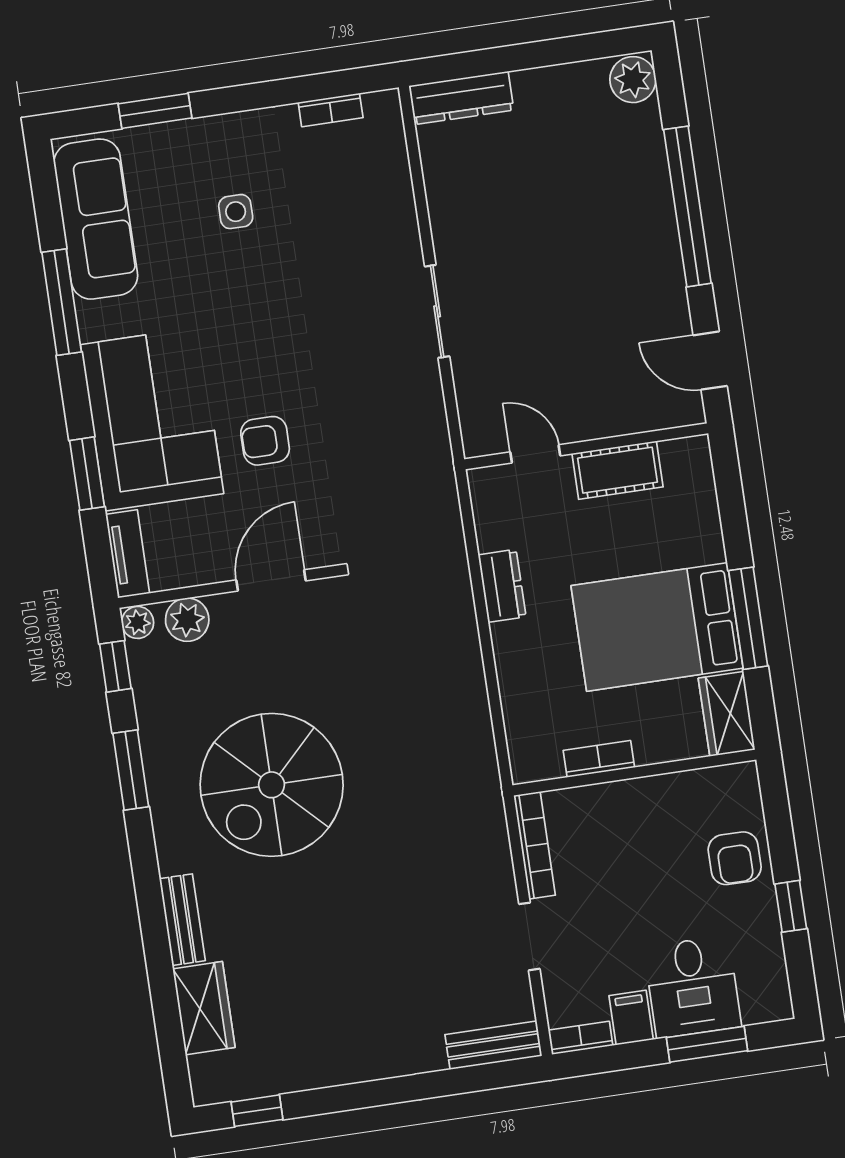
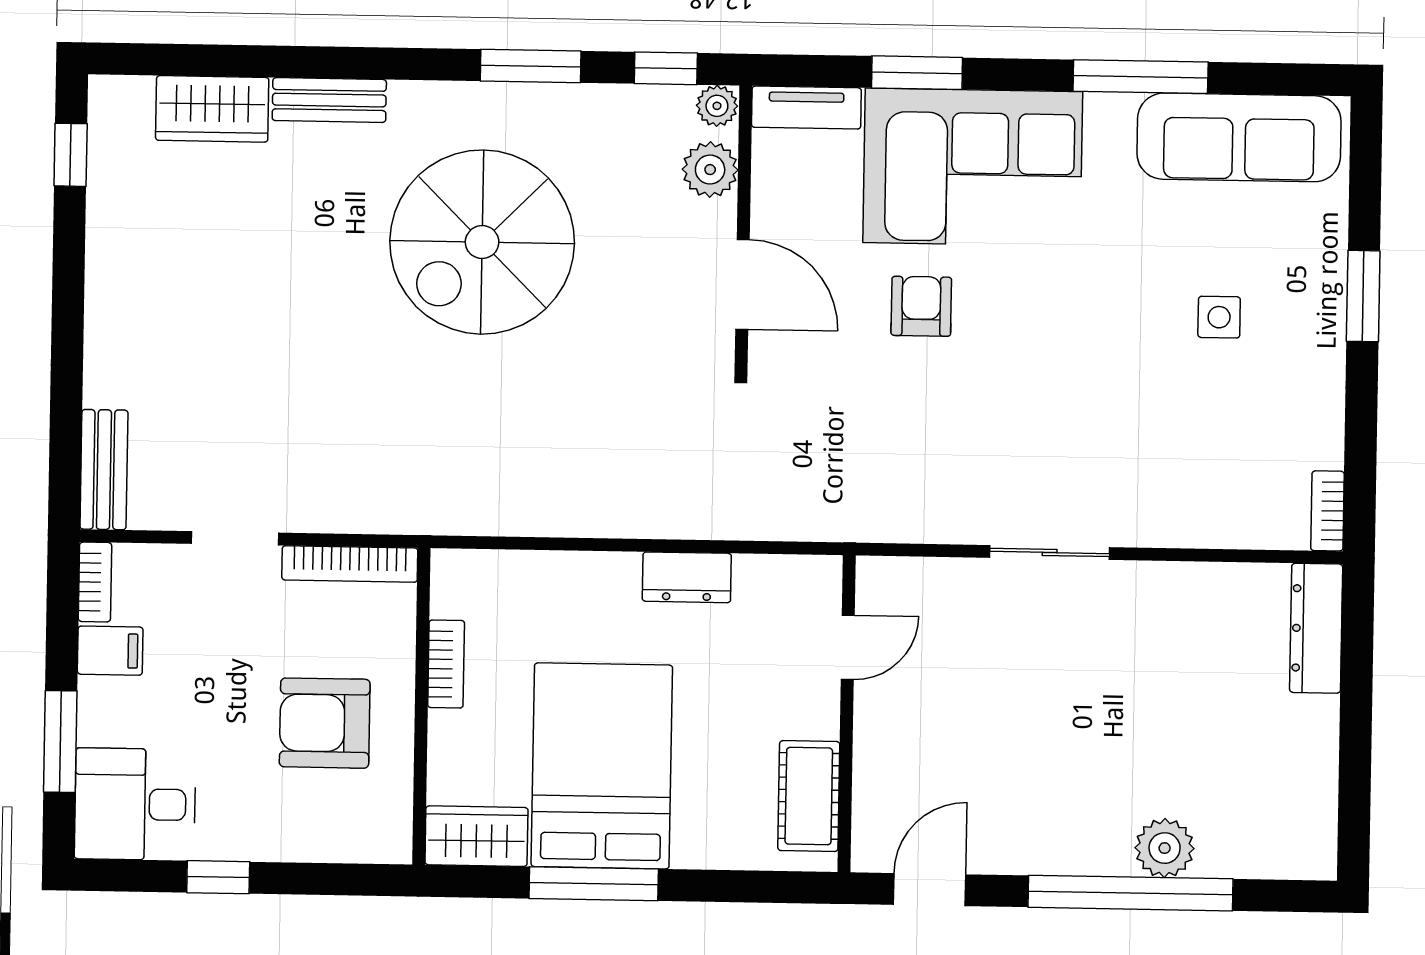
plant: (633, 80) -> (1165, 848), moved
bookcase: (331, 110) -> (1327, 511), moved
window: (155, 111) -> (1363, 296), moved
cot: (618, 470) -> (809, 796), moved
spiral stairs: (272, 785) -> (482, 242), turned -90
armchair: (735, 858) -> (325, 723), moved, width x1.38, depth x1.38
desk: (693, 987) -> (135, 804), moved

